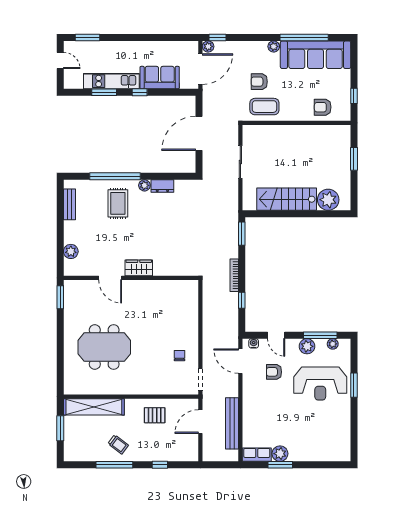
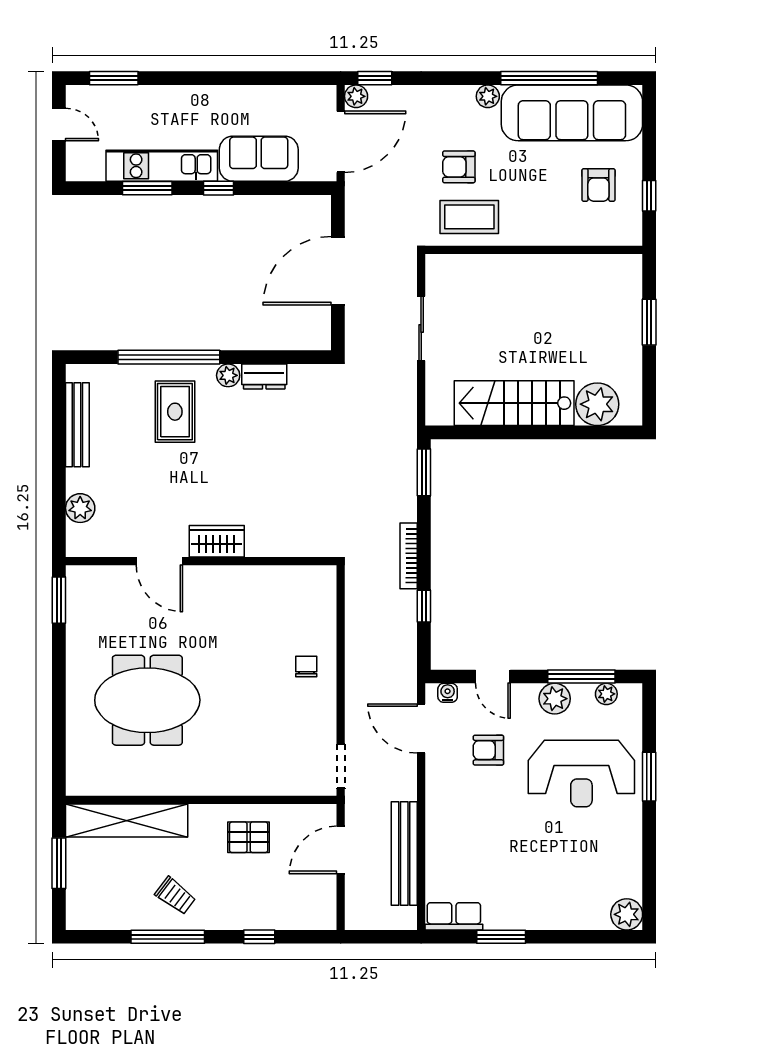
armchair: (323, 107) -> (598, 185), moved, turned -90
bench: (69, 204) -> (77, 425), width x1.36
chair: (179, 356) -> (306, 667), moved
plant: (280, 454) -> (627, 914), moved

